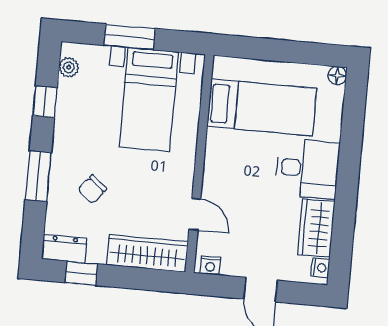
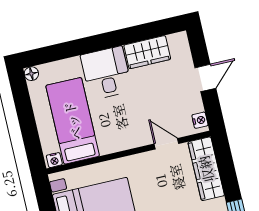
door: (195, 214) -> (166, 144), hinge flipped
nightstand: (320, 268) -> (54, 160), moved, turned 180

